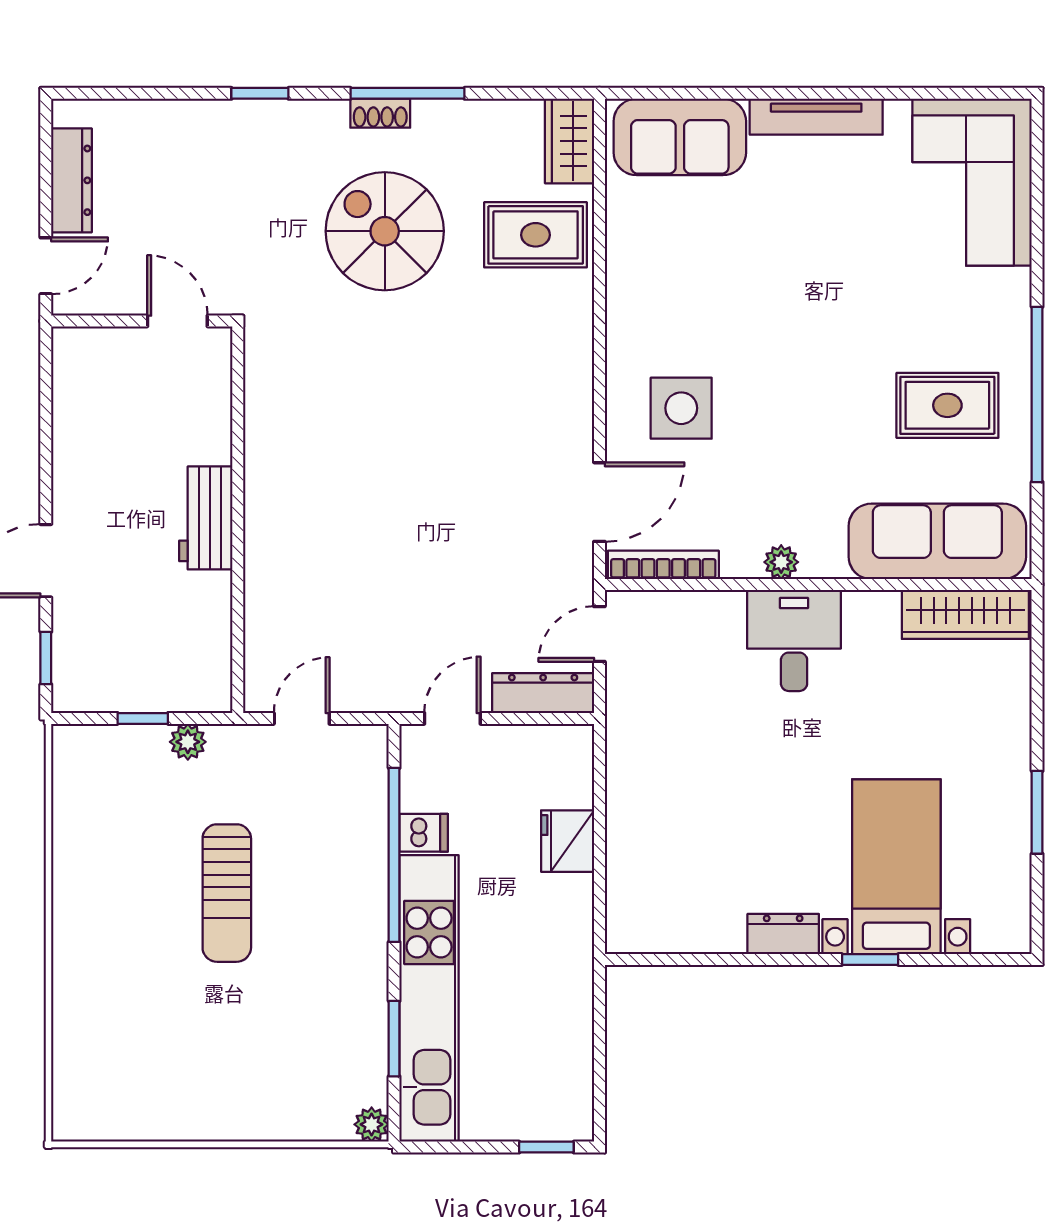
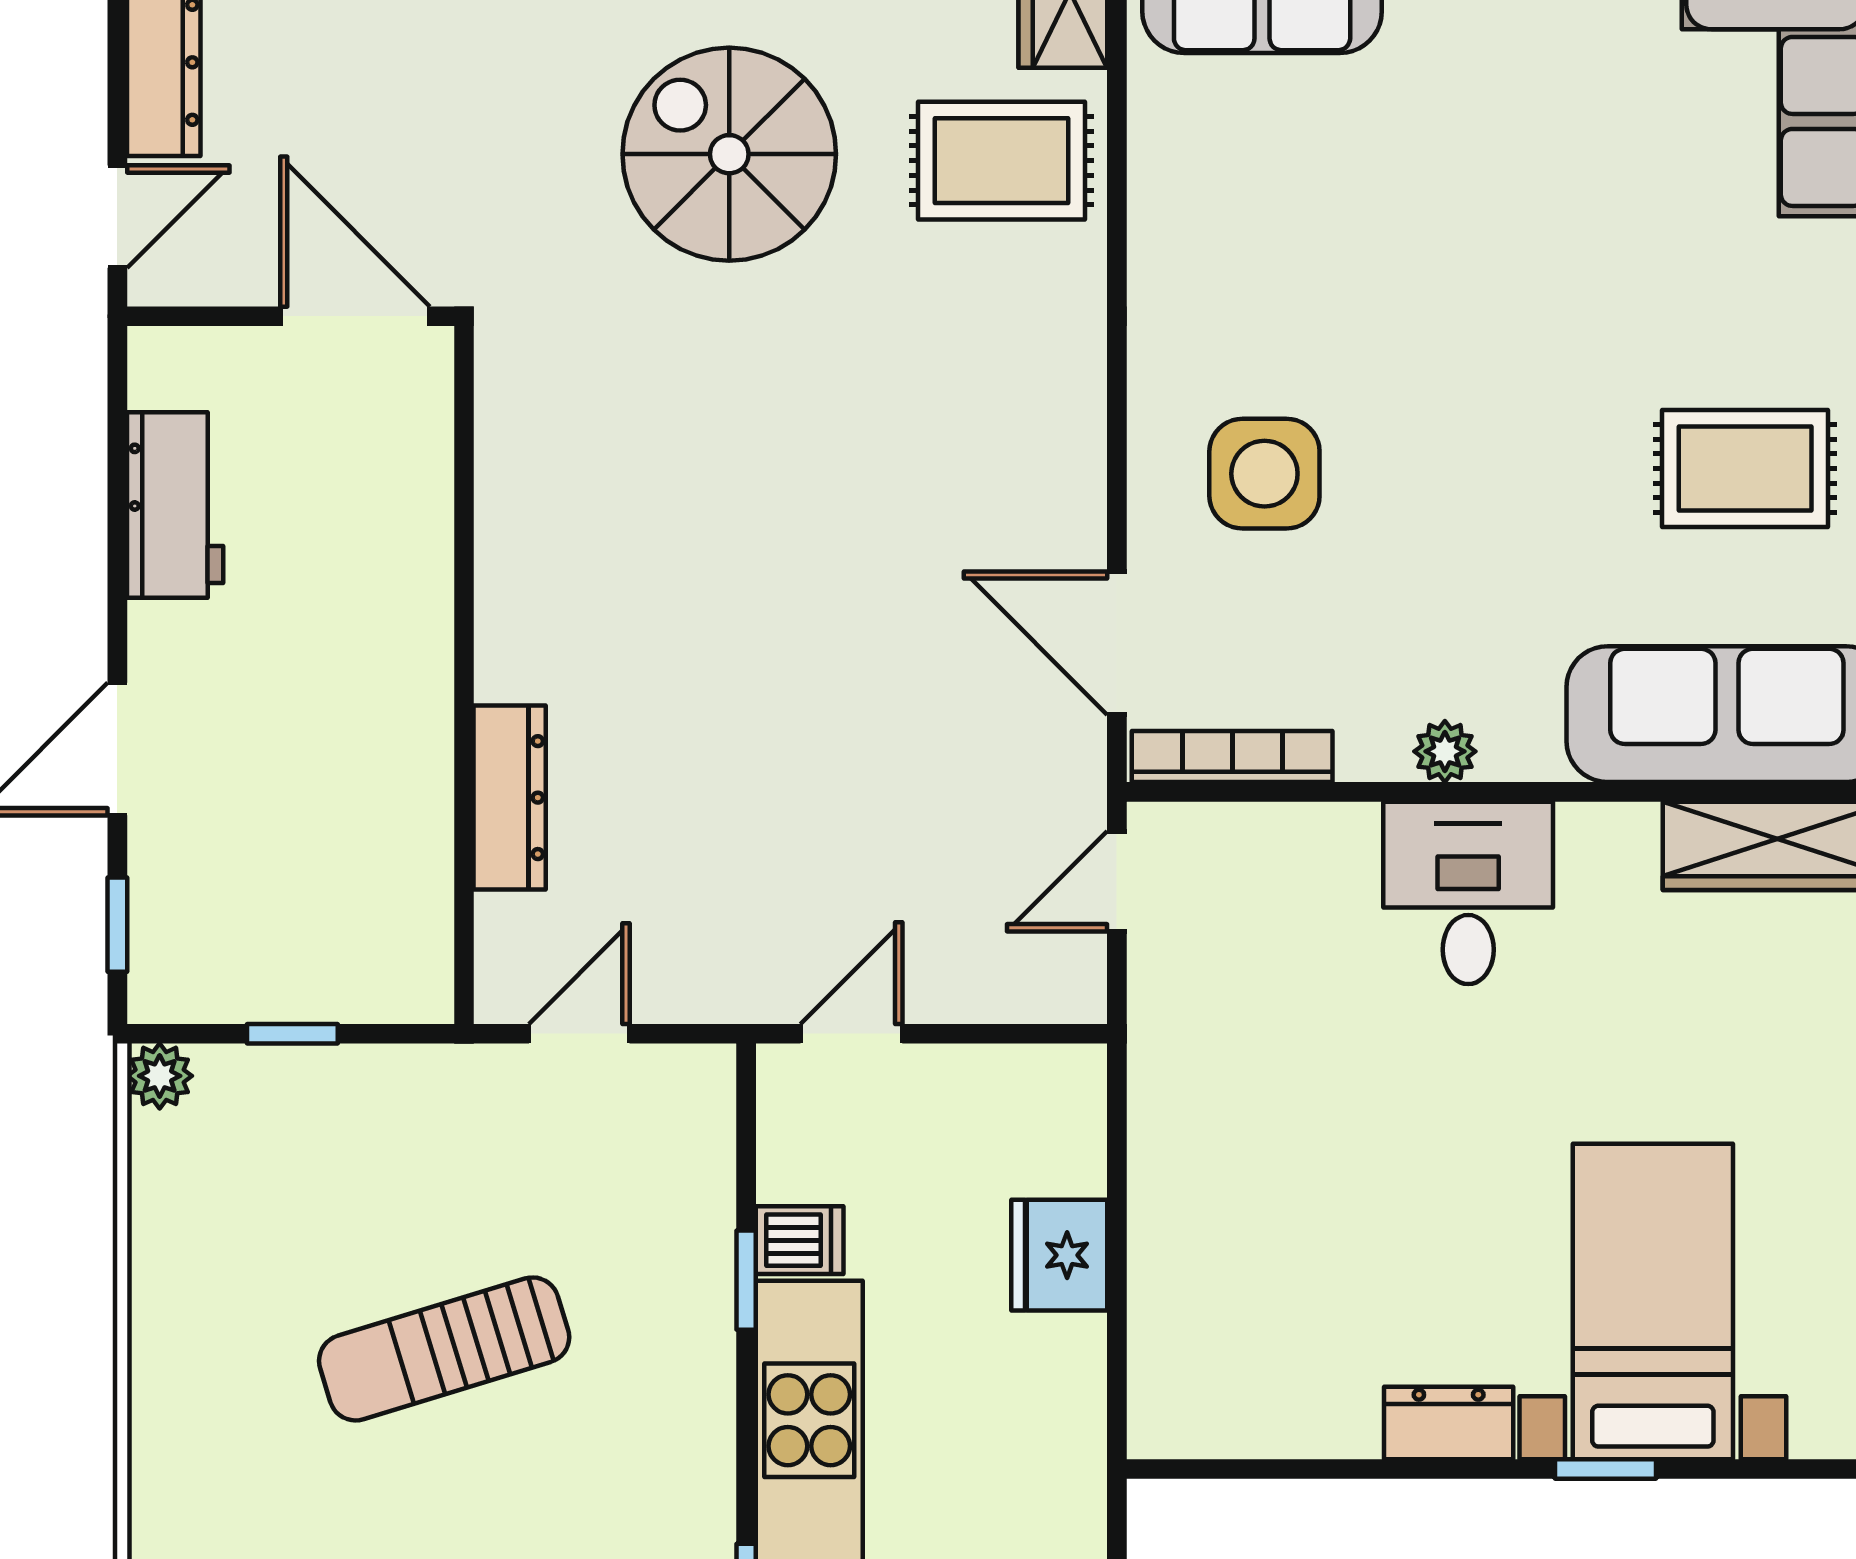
door: (177, 321) -> (355, 316), width x1.38
door: (599, 502) -> (1117, 643), swing flipped
workbench: (206, 518) -> (175, 505), moved, turned 180
dresser: (543, 693) -> (510, 798), moved, turned 90
plant: (188, 742) -> (160, 1076), moved
window: (394, 855) -> (746, 1280), width x0.32
sun lounger: (227, 893) -> (444, 1349), turned 73

